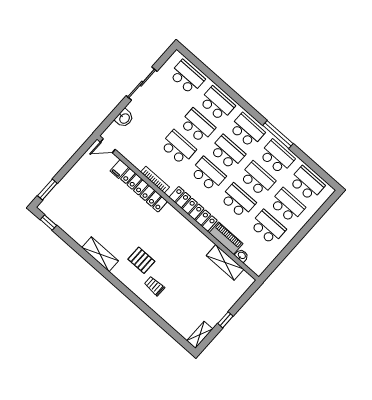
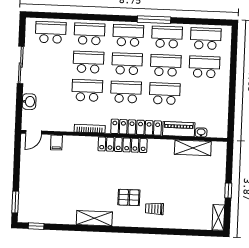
locker: (144, 190) -> (123, 145), moved
school desk: (268, 227) -> (203, 95), removed

